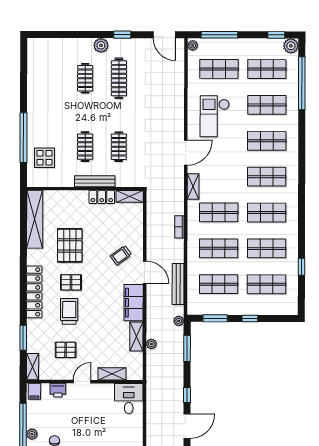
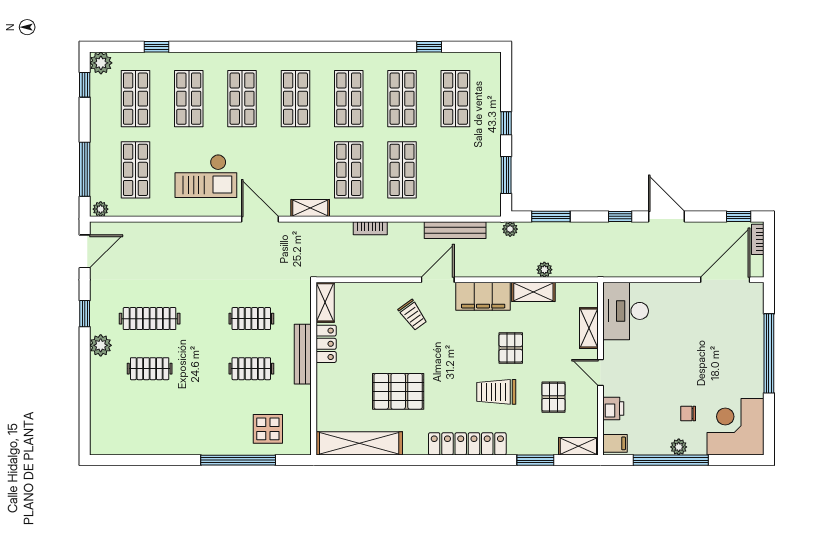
window: (302, 83) -> (156, 47), width x0.32
pallet: (71, 282) -> (511, 348), moved
shop shelf: (219, 284) -> (455, 170), removed
desk: (129, 399) -> (626, 311), width x1.37

